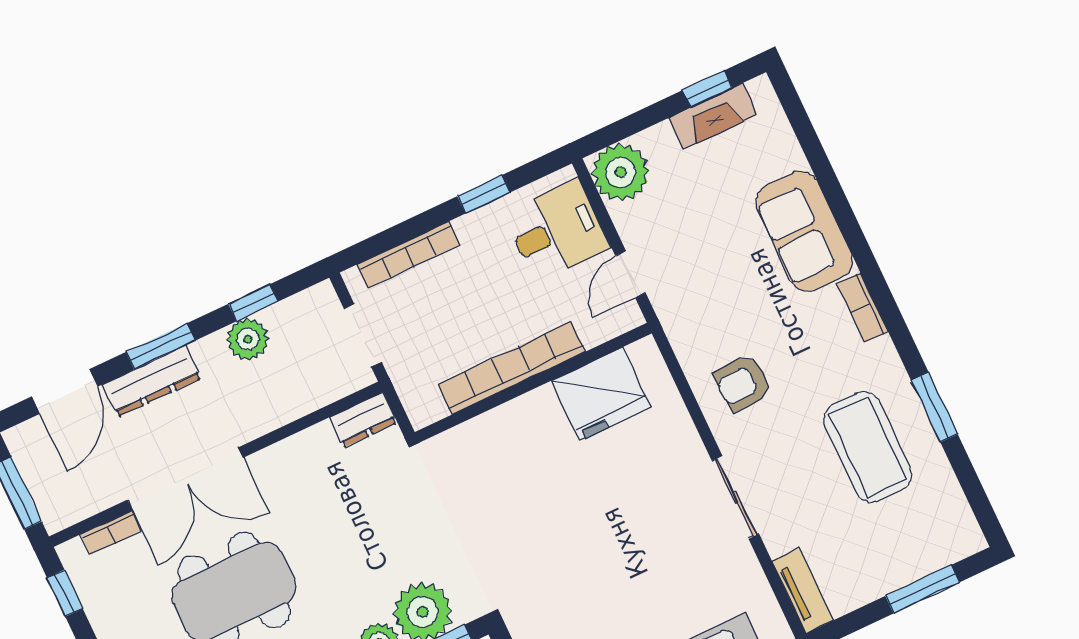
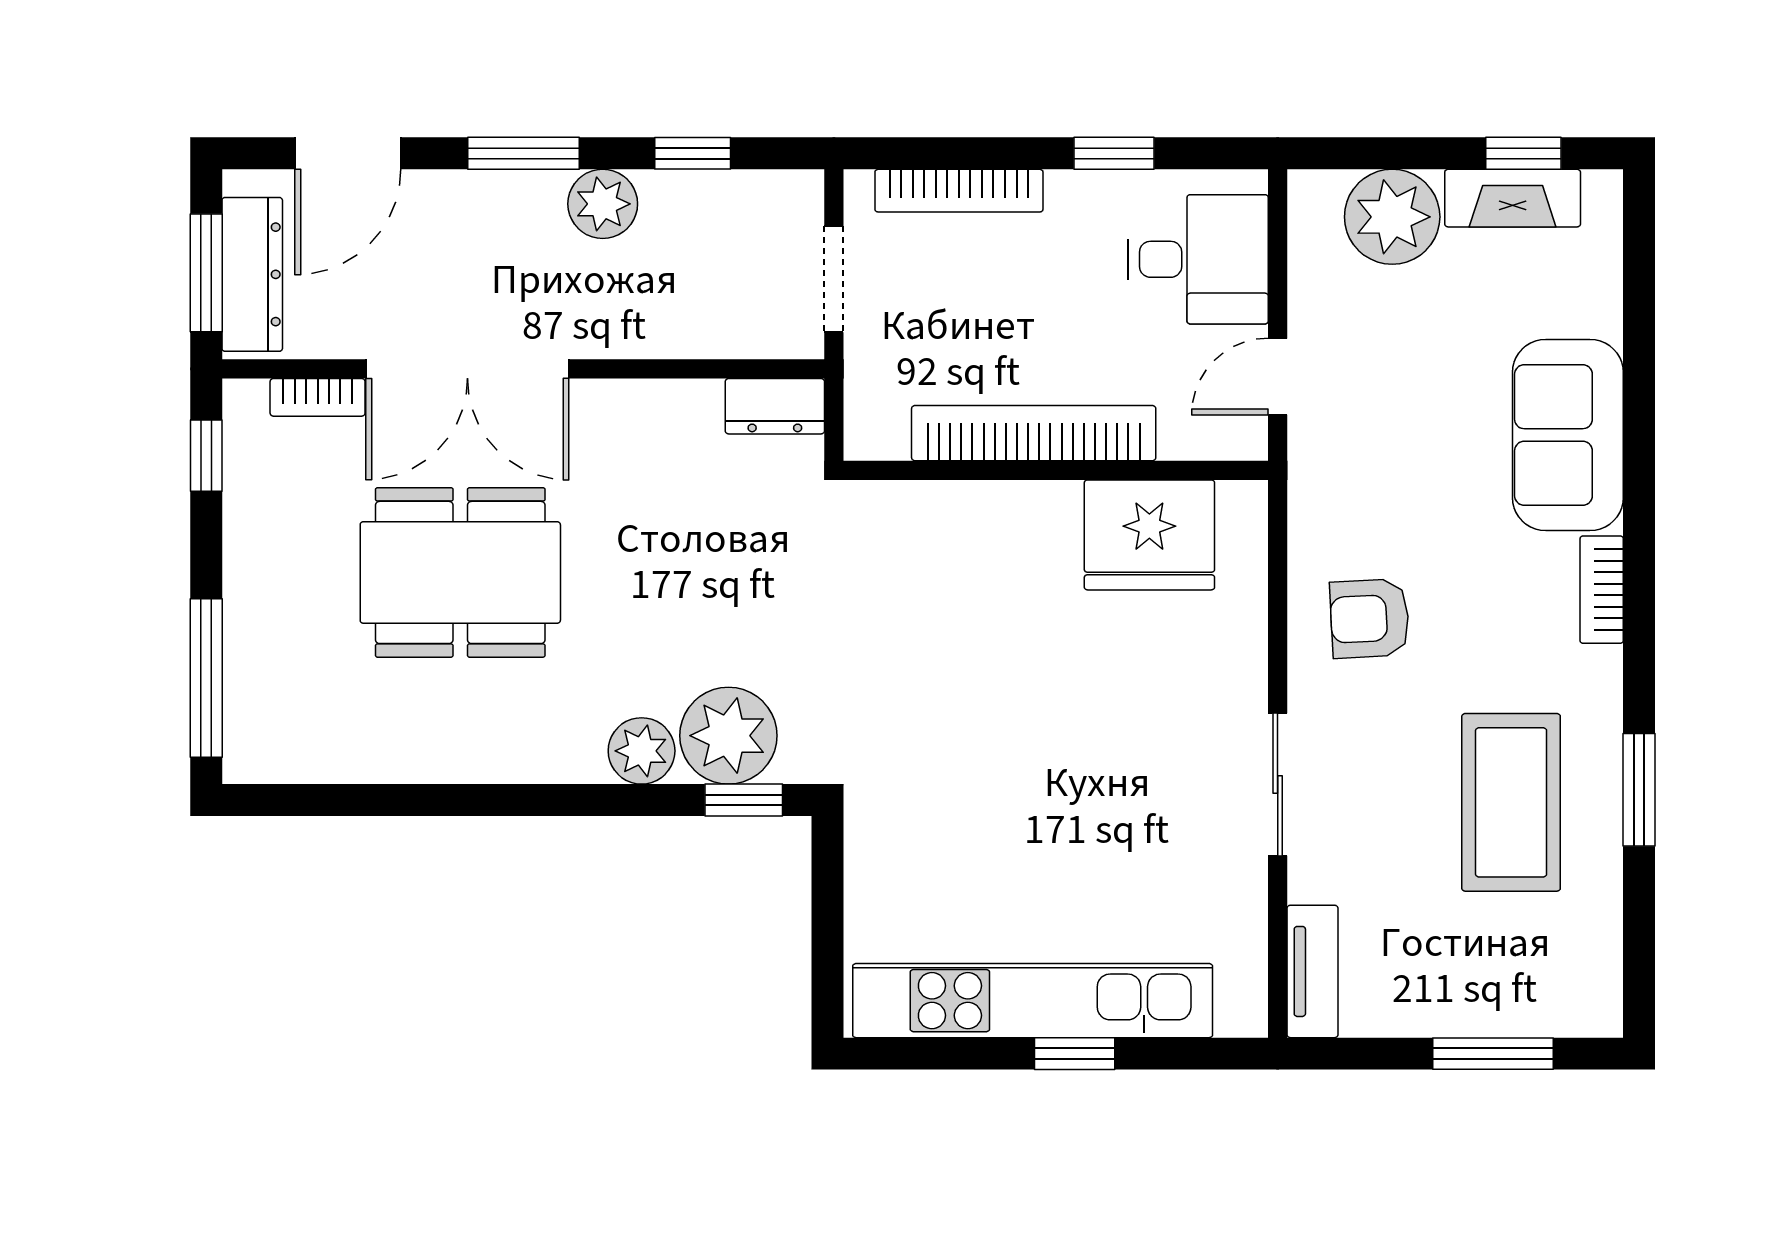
plant: (621, 172) -> (1392, 217), moved
plant: (248, 339) -> (603, 204), moved
dresser: (152, 381) -> (252, 274), moved, turned -90

